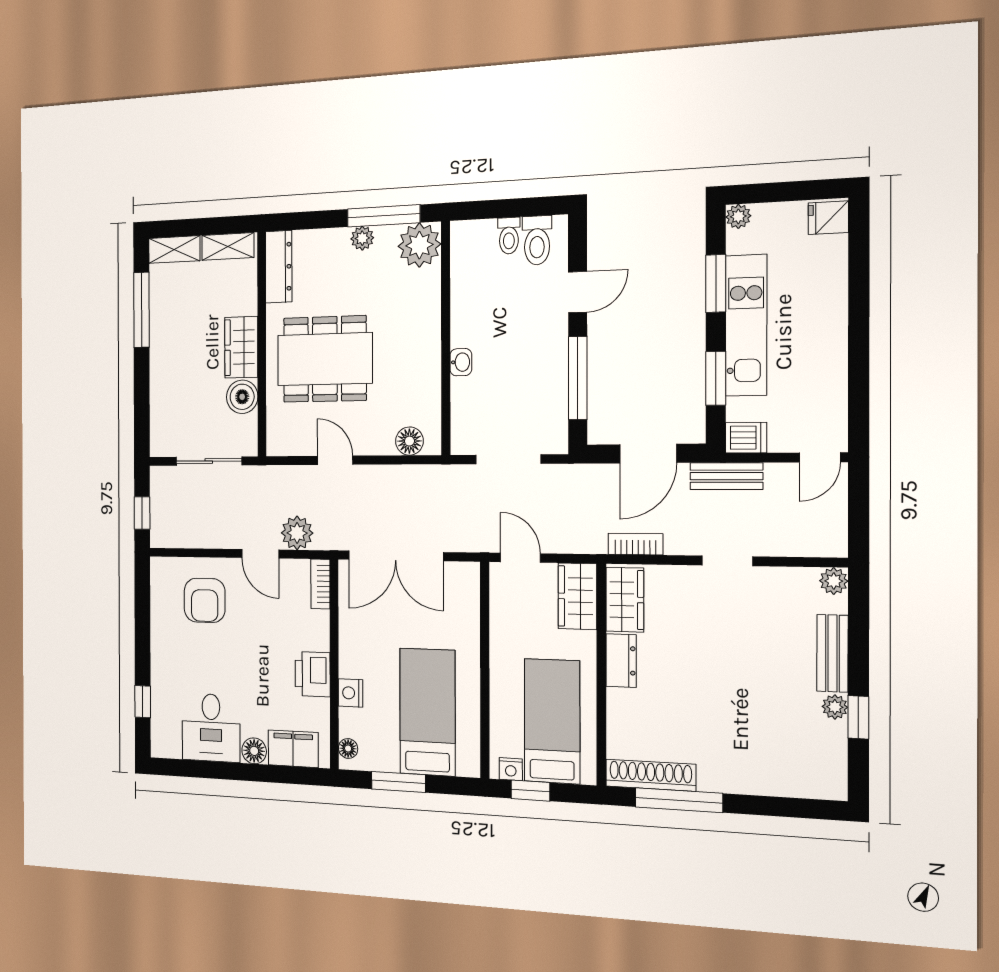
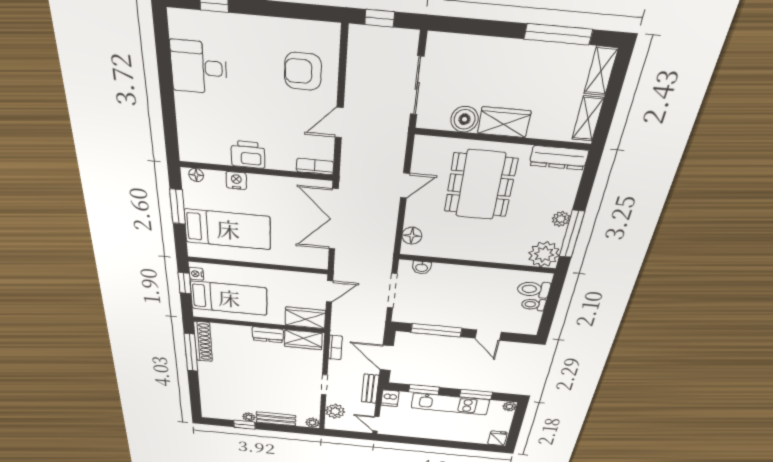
toilet: (537, 240) -> (534, 289), moved
washbasin: (461, 362) -> (422, 267), moved
plant: (297, 533) -> (335, 411), moved
filing cabinet: (293, 749) -> (191, 135), removed
floor lamp: (254, 751) -> (185, 103), removed

